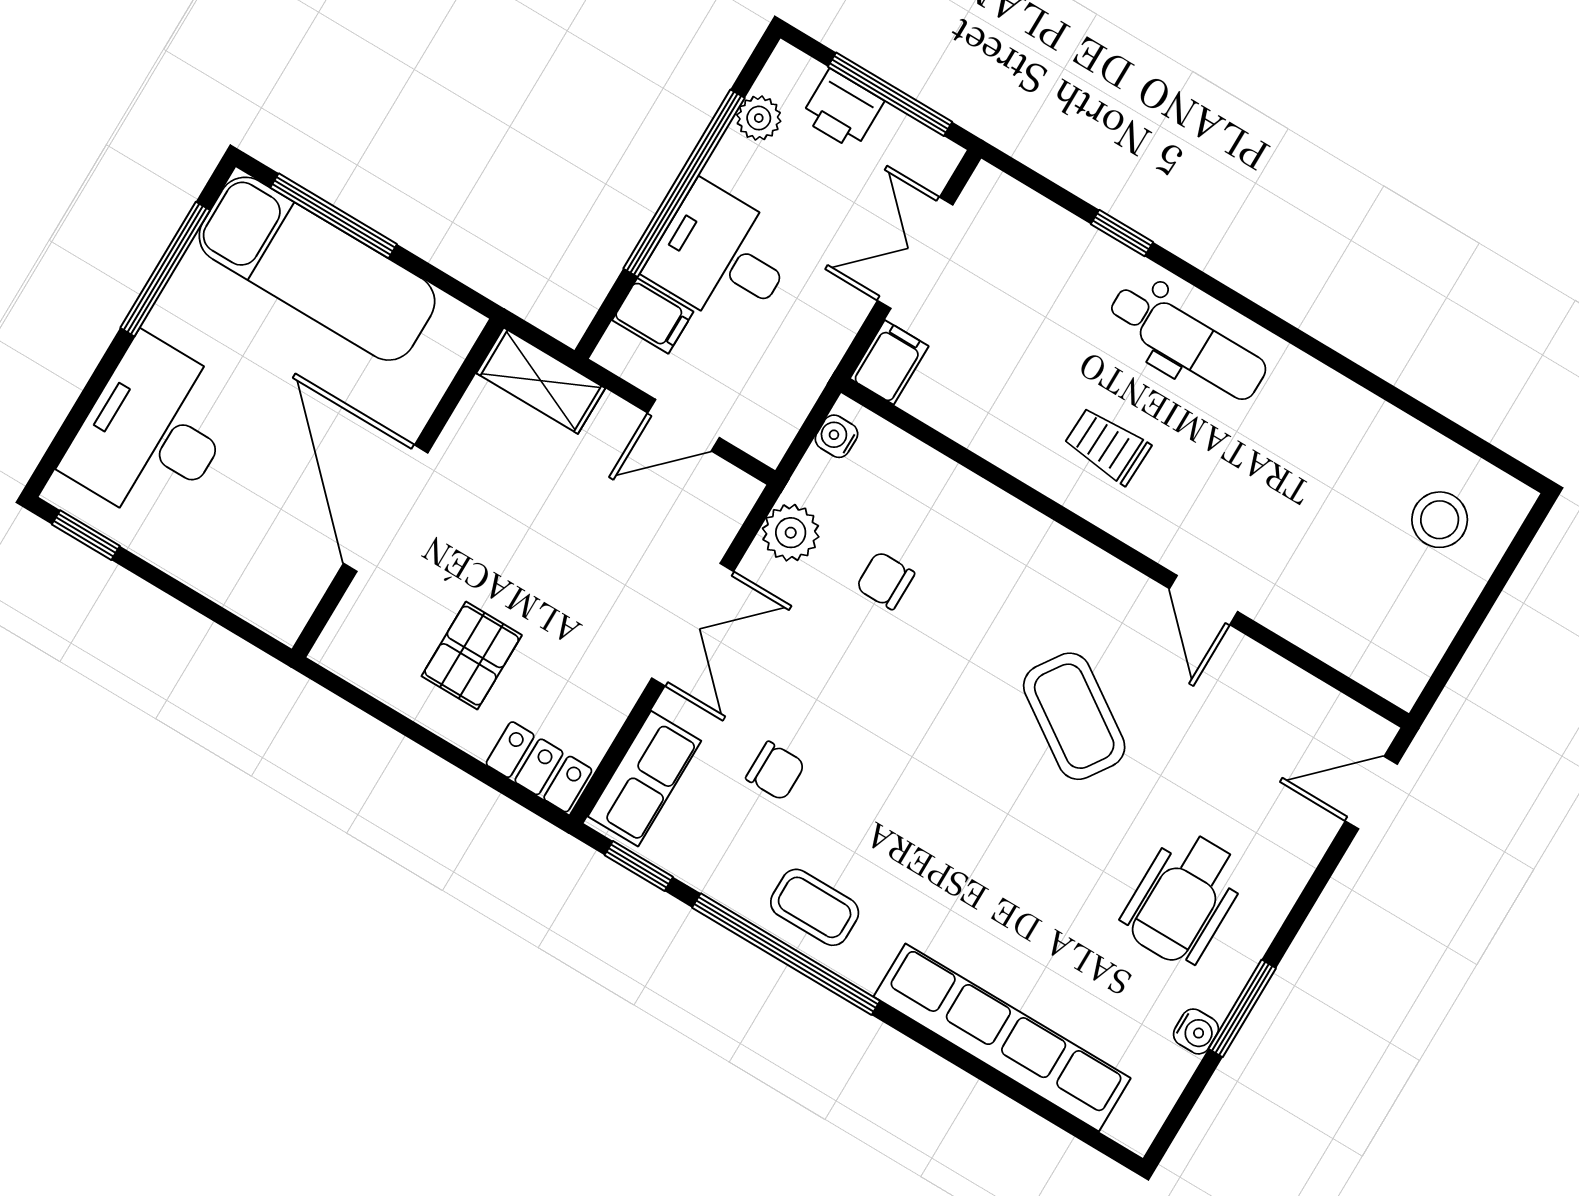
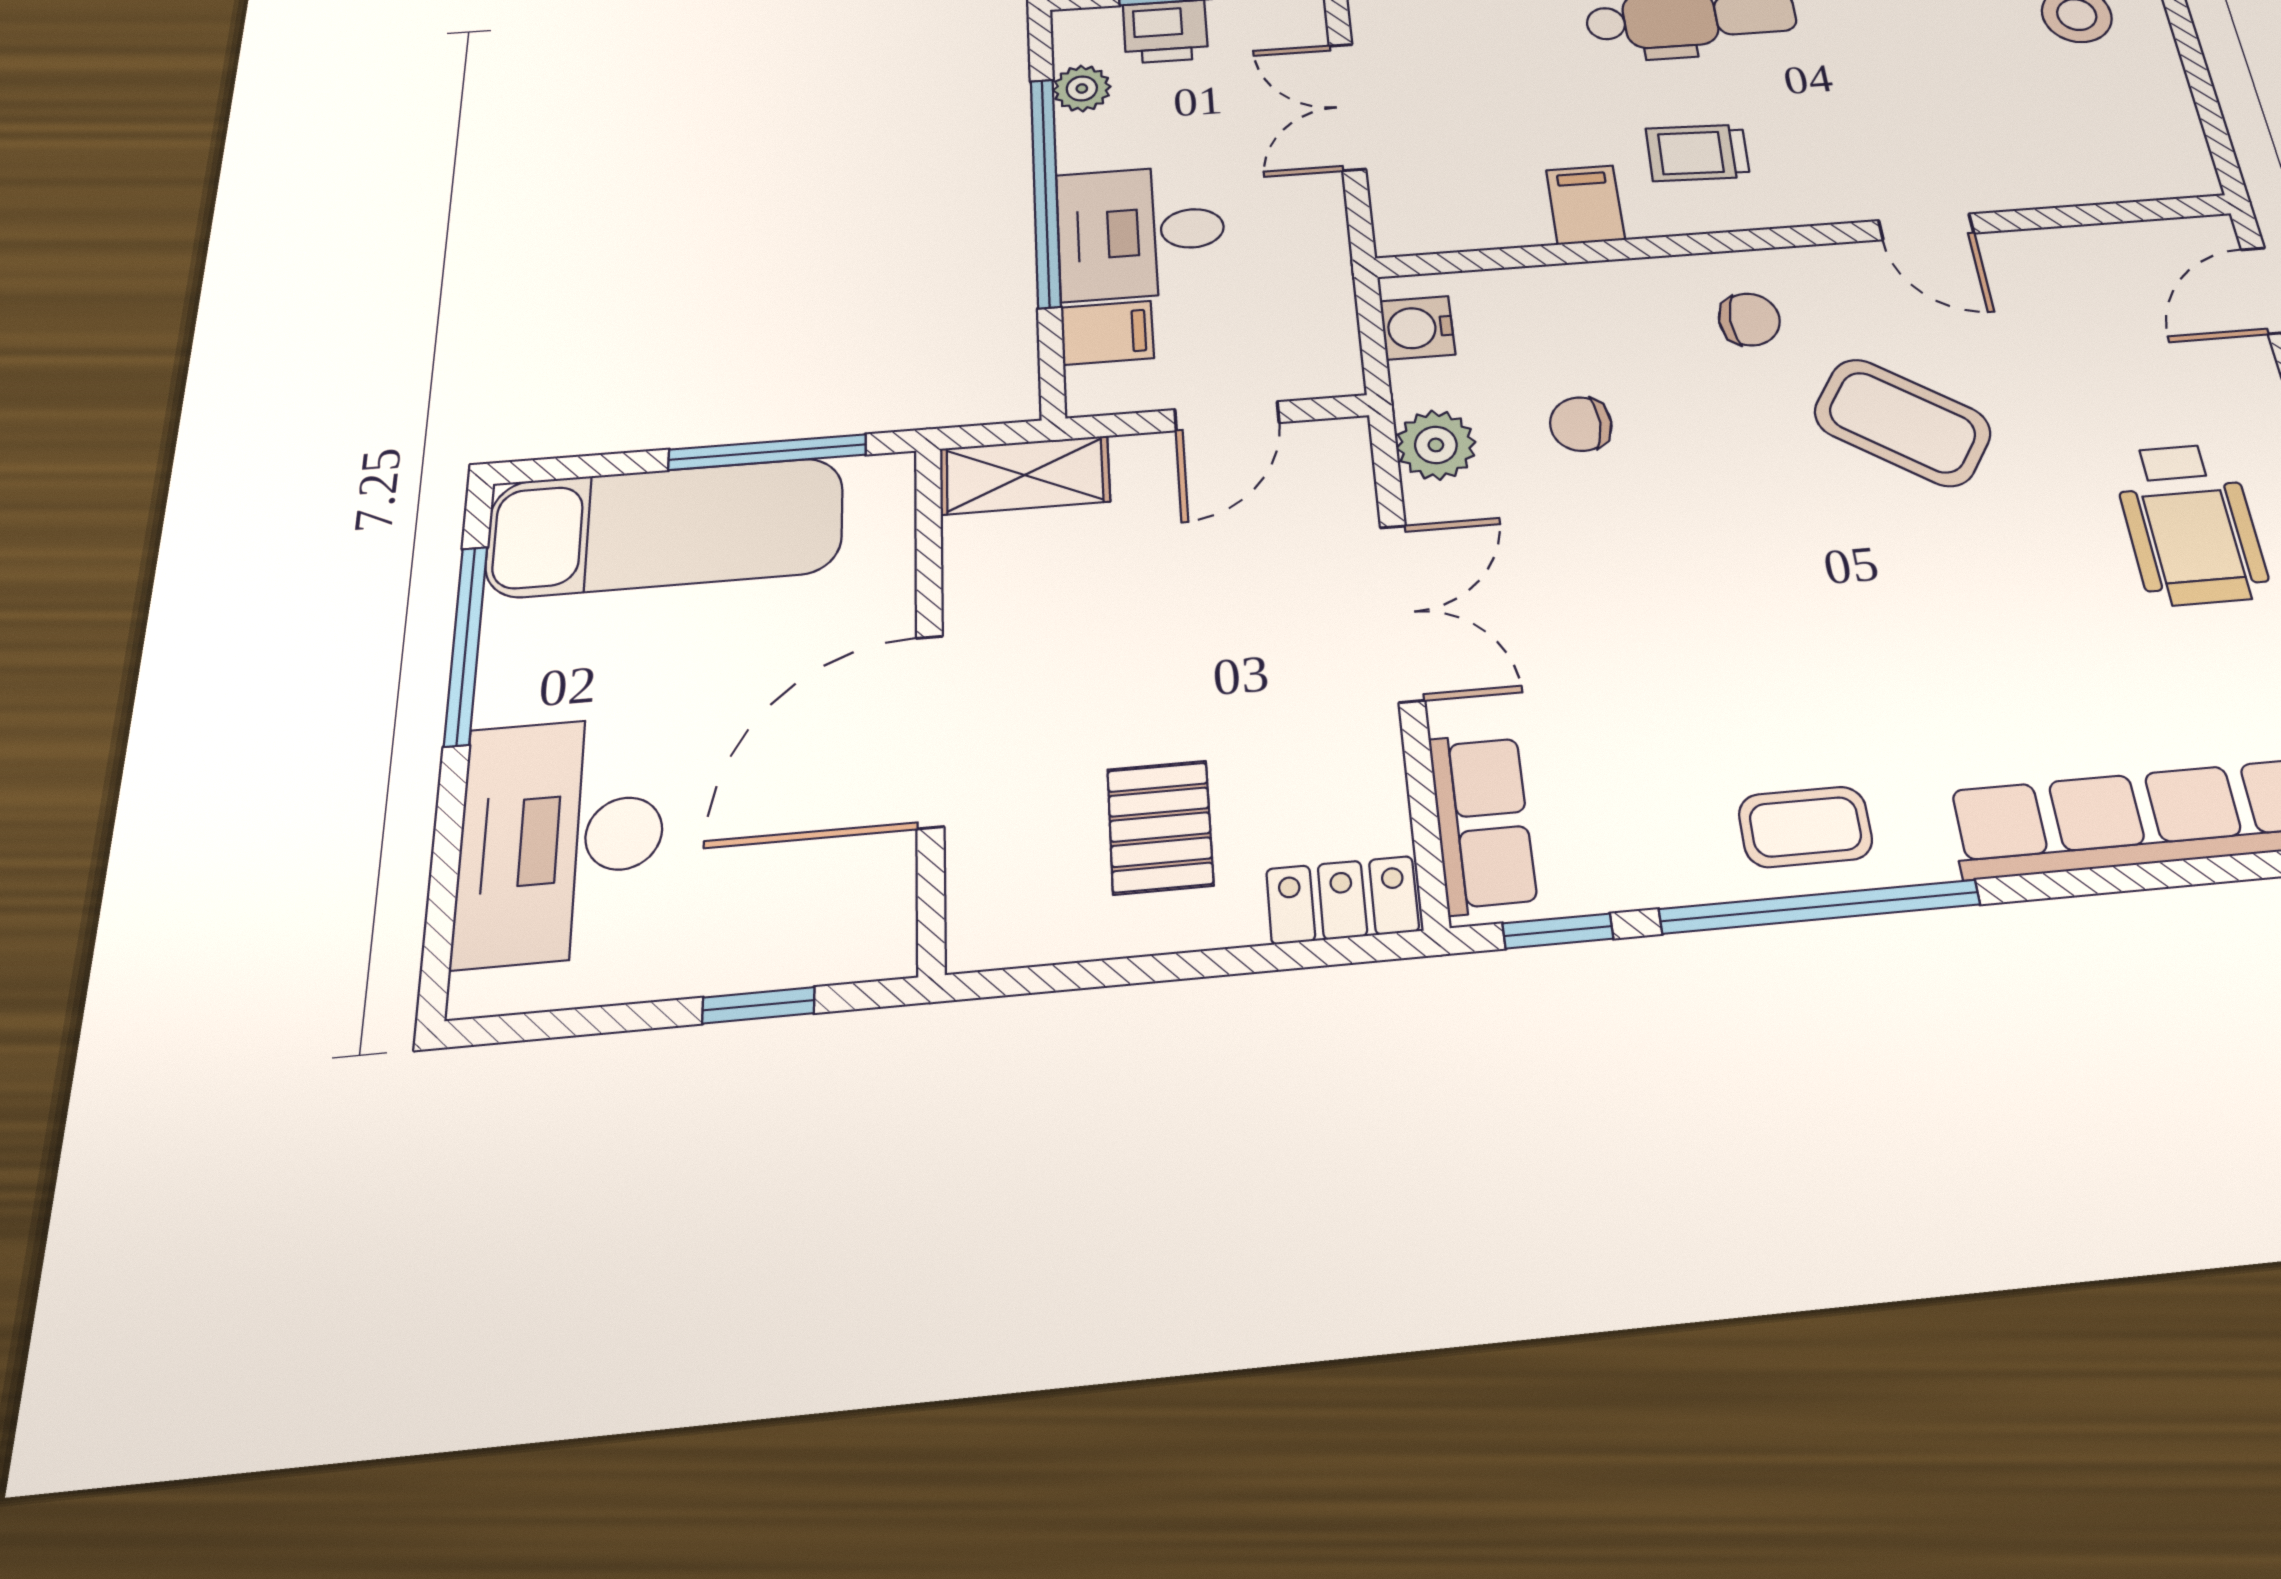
window: (334, 216) -> (767, 452), moved
filing cabinet: (889, 362) -> (1585, 205), moved
water cooler: (836, 436) -> (1417, 328), width x1.38, depth x1.38
door: (386, 508) -> (930, 731), hinge flipped
window: (86, 535) -> (758, 1005), moved
chair: (775, 771) -> (1749, 320), moved

